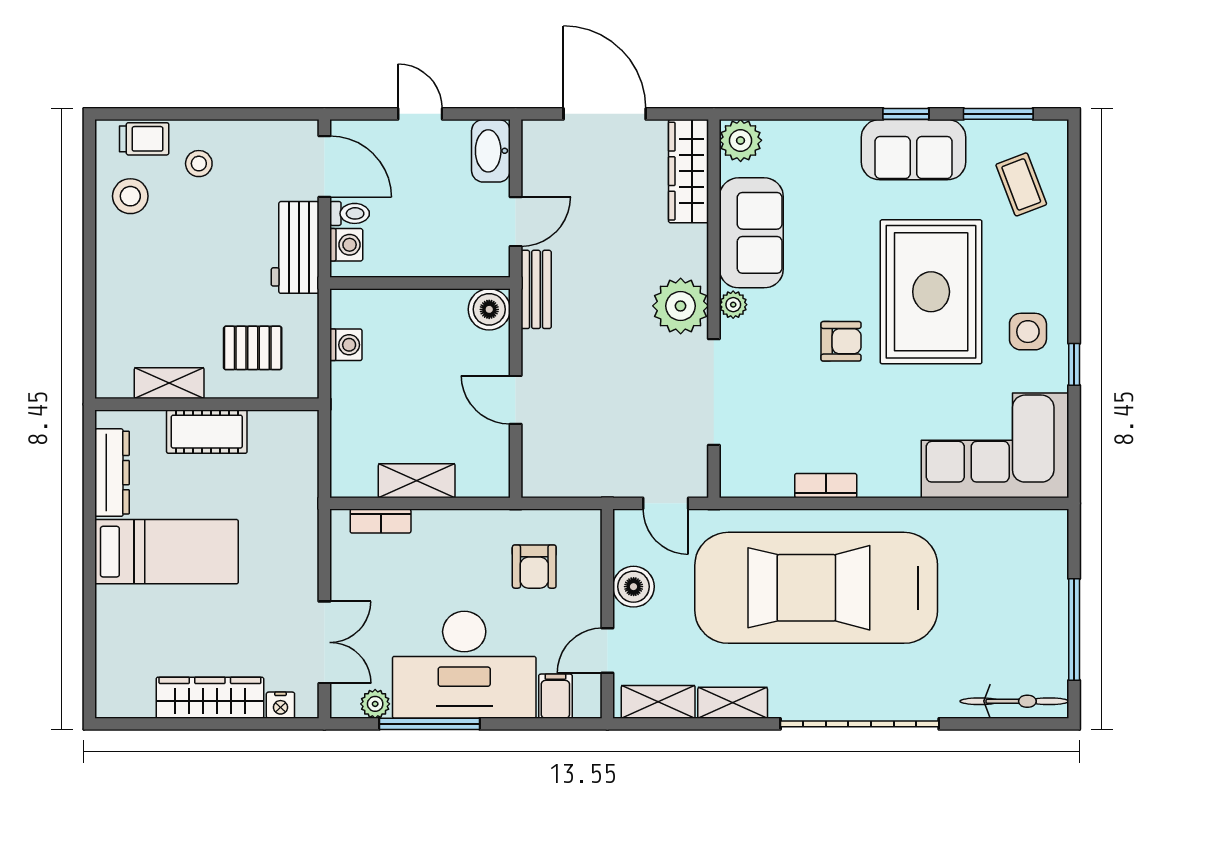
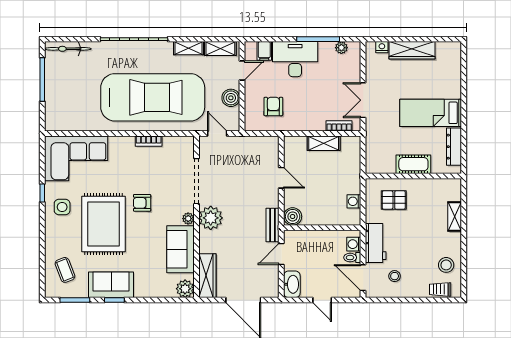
stool: (199, 164) -> (395, 276), moved
shelving: (169, 383) -> (455, 216), moved, turned 90
double door: (324, 642) -> (363, 100), moved
desk: (464, 665) -> (295, 59), width x0.73, depth x0.77

